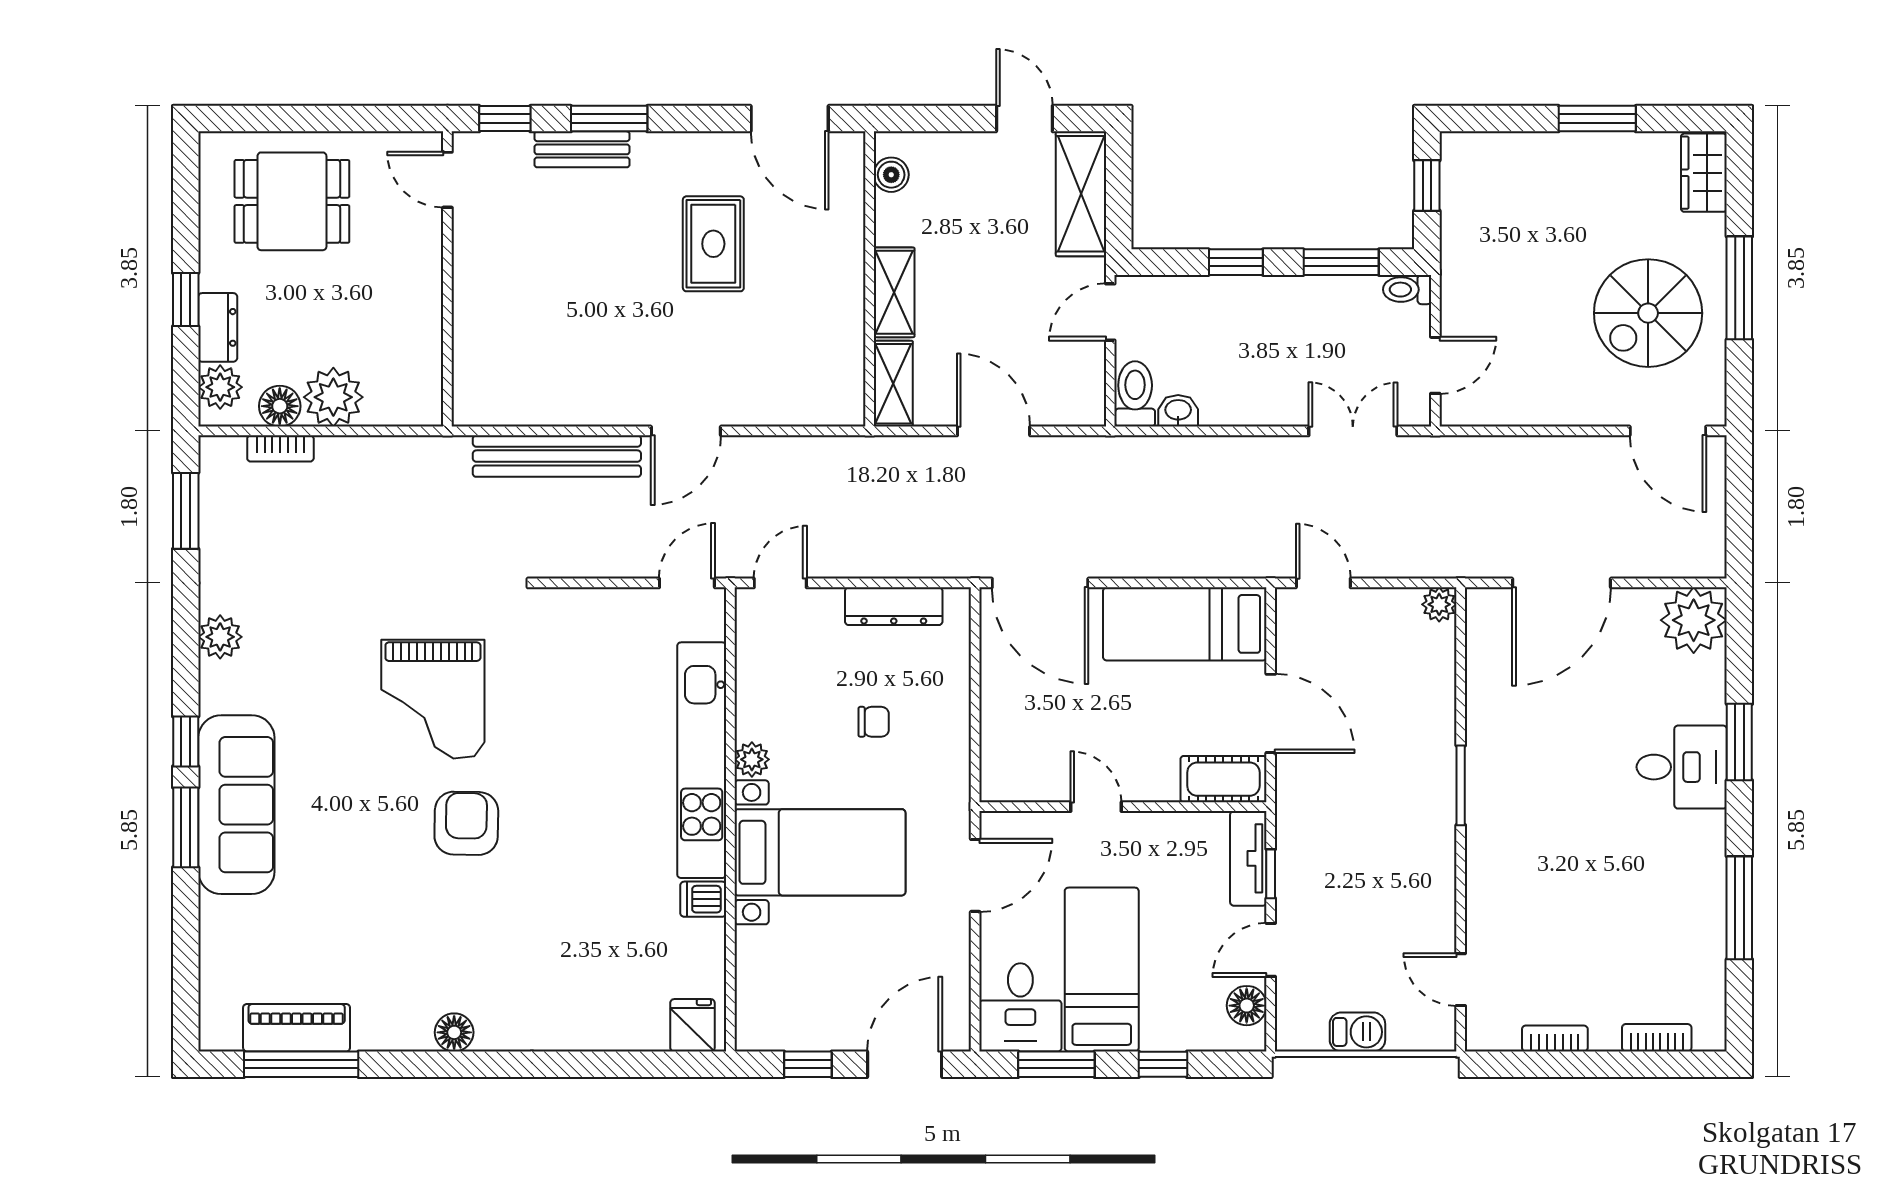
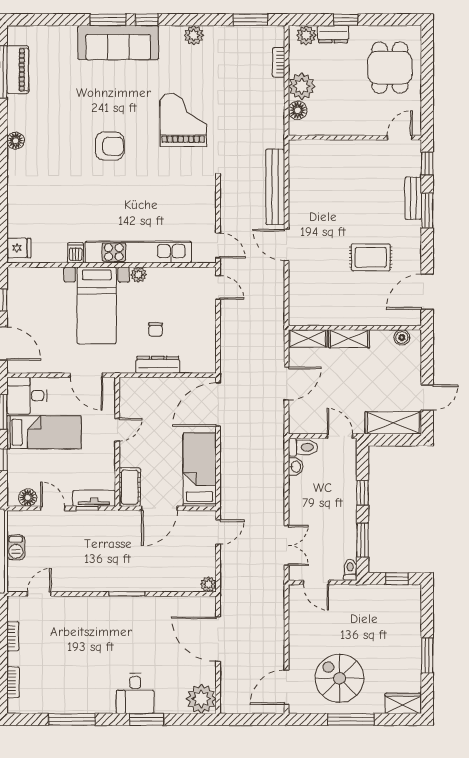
floor lamp: (280, 406) -> (298, 110), moved
dresser: (894, 606) -> (158, 365), moved, turned 90
grand piano: (433, 699) -> (183, 120), moved, turned 90

